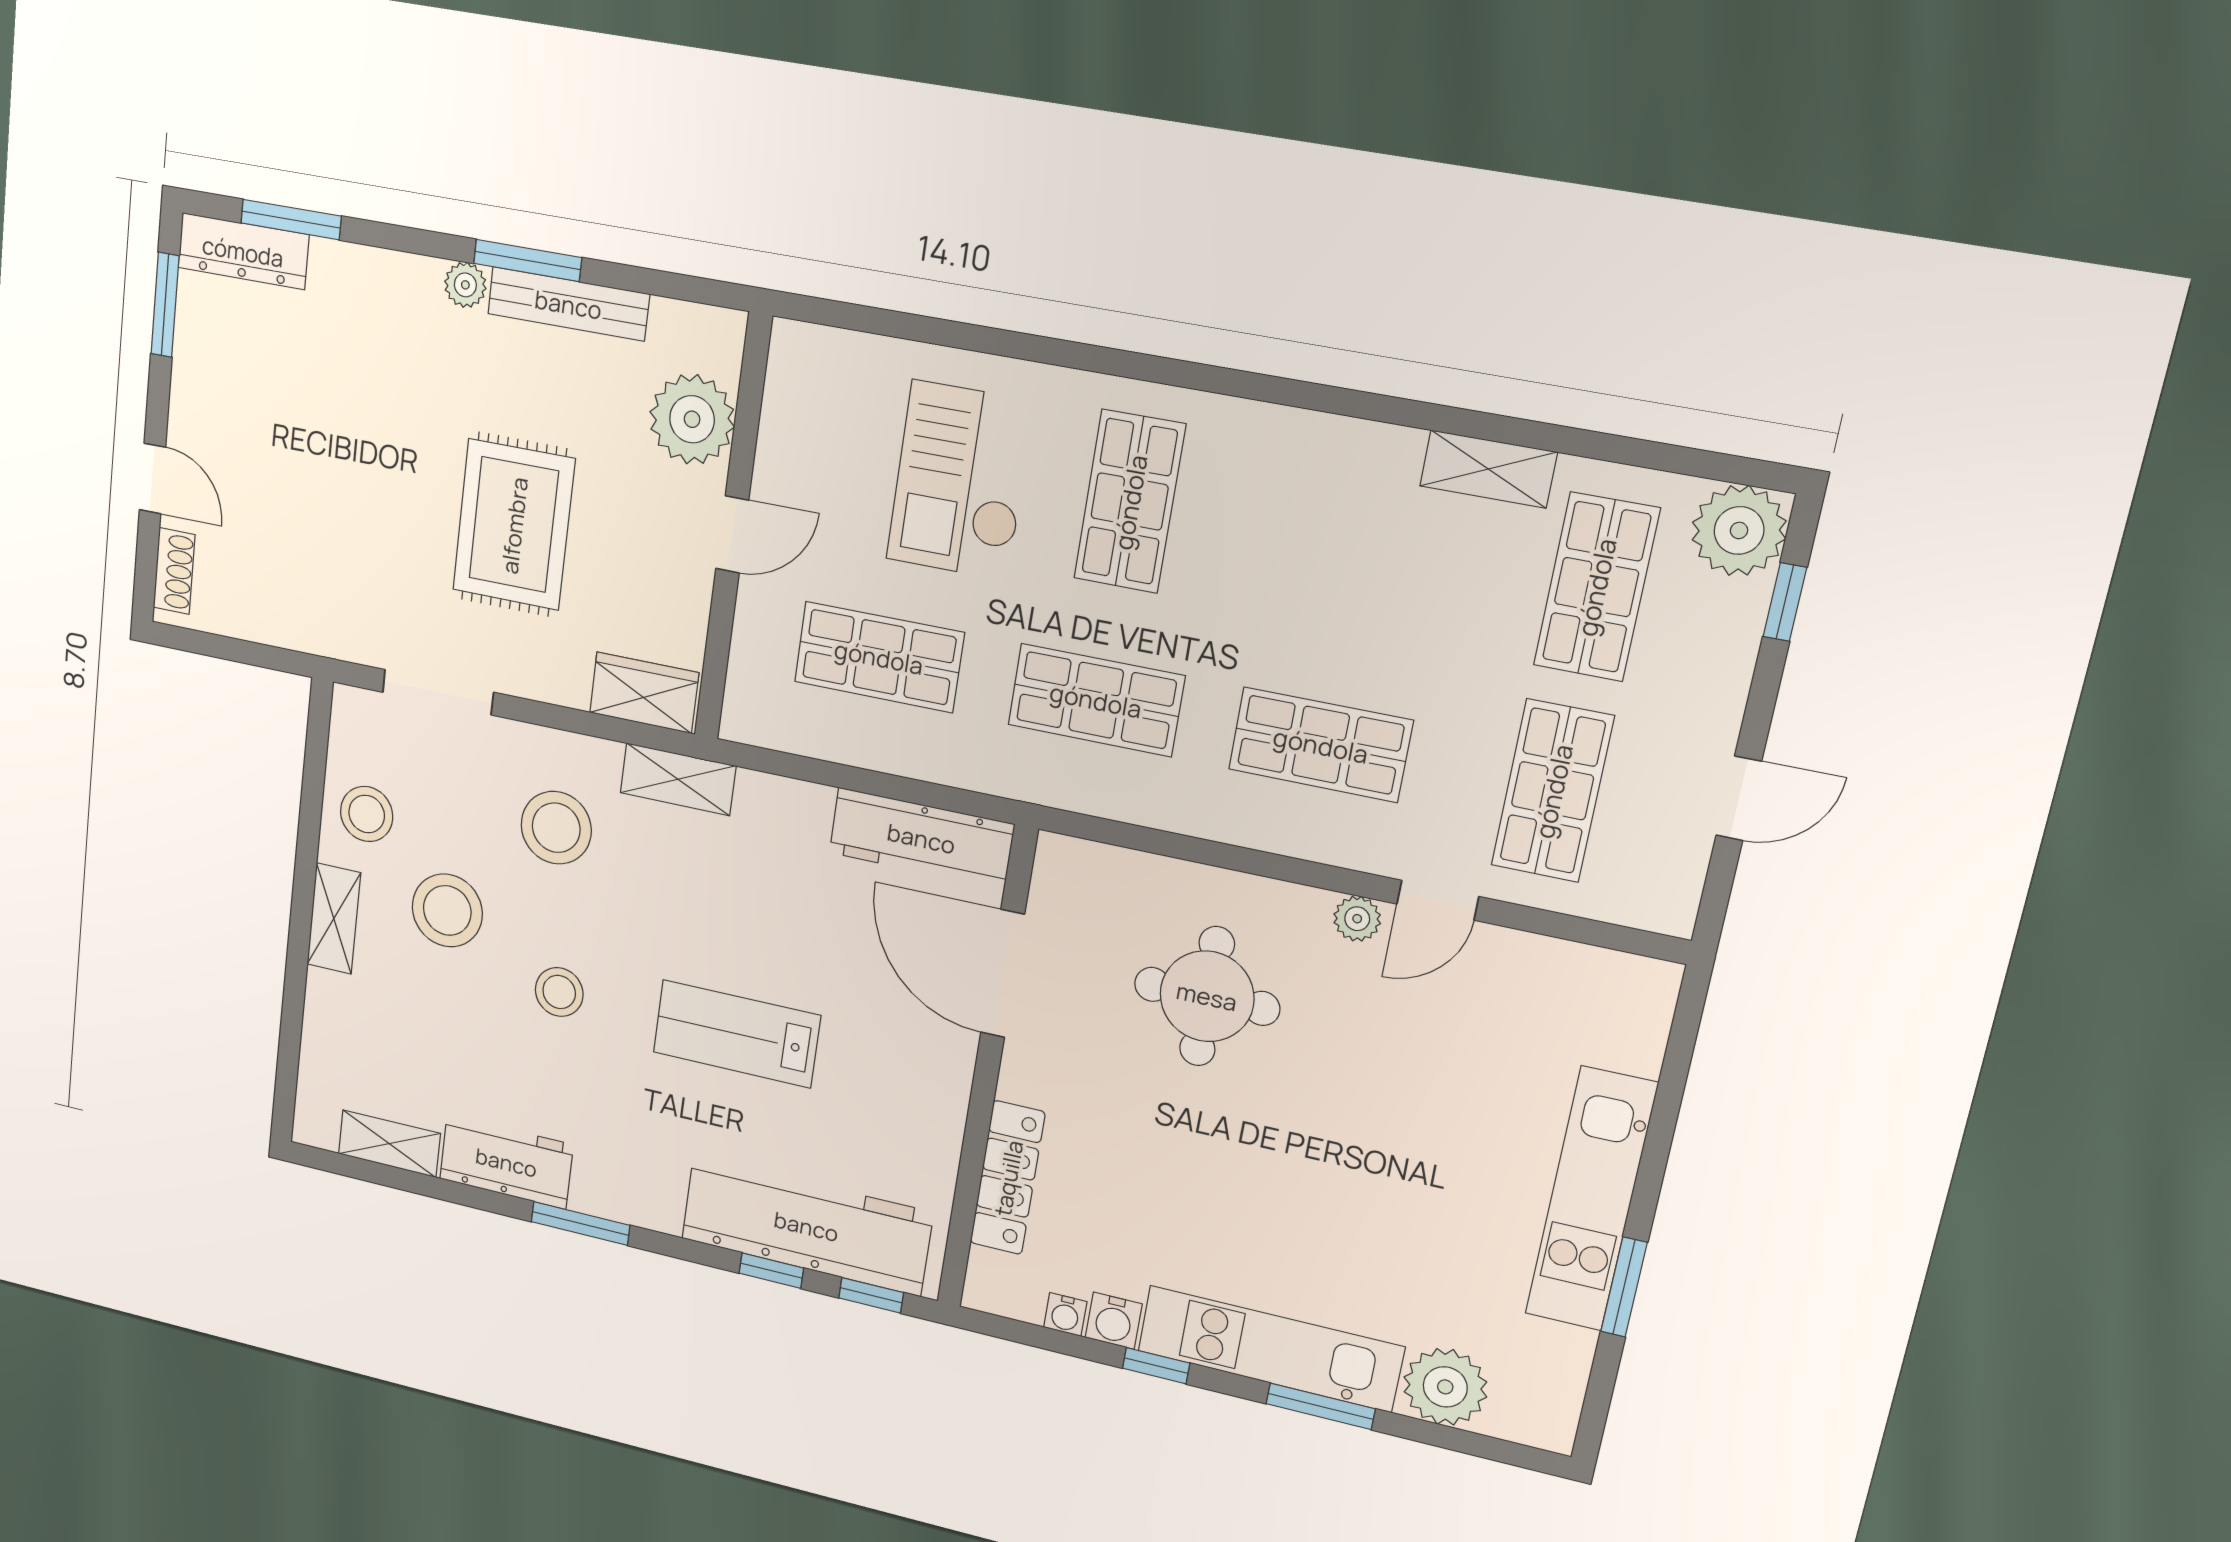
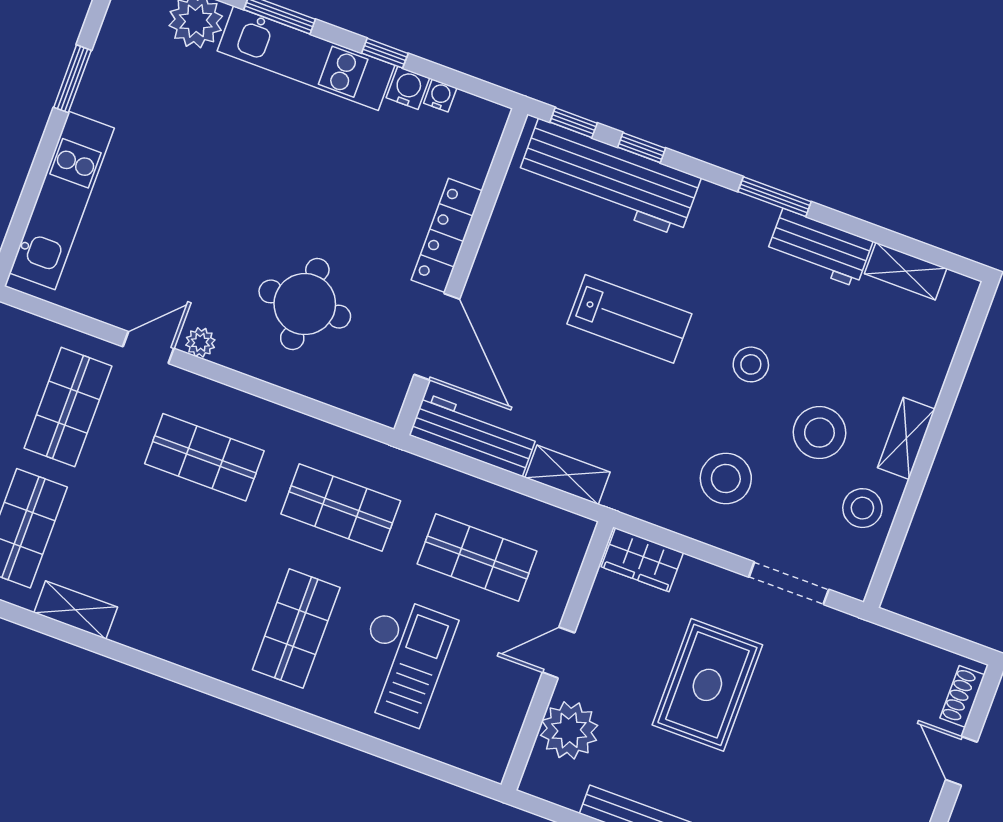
shelving: (678, 779) -> (568, 475), moved
locker: (1008, 1178) -> (447, 235), moved
kitchen unit: (1591, 1199) -> (62, 200), moved

